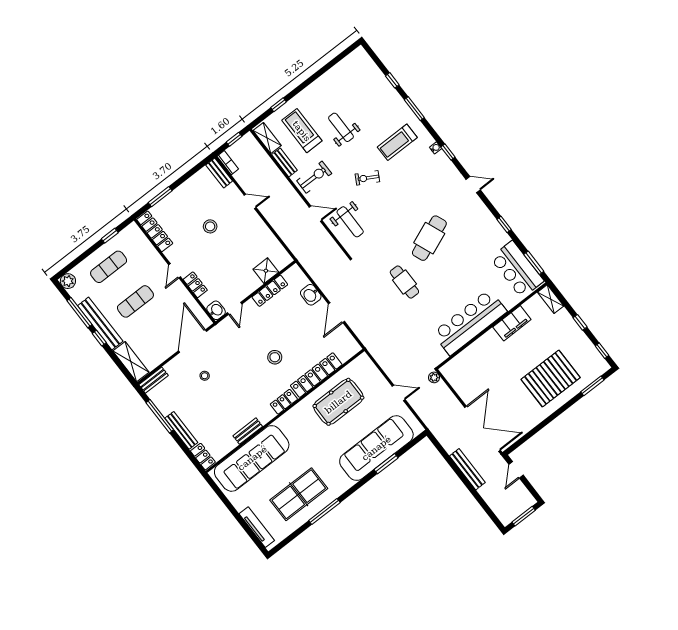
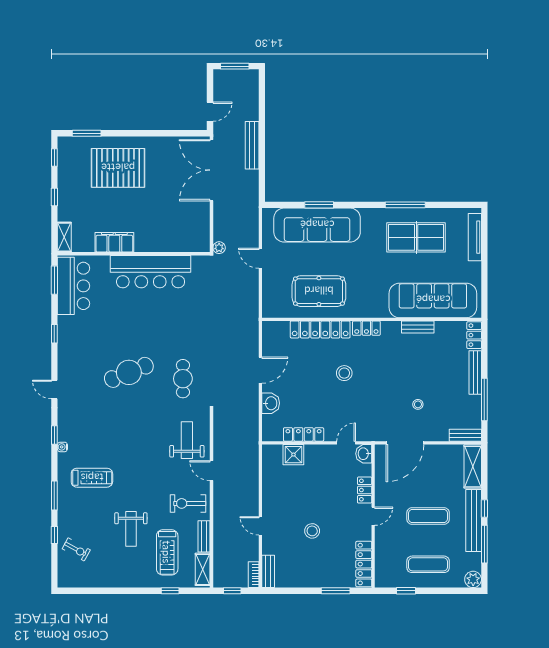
exercise bike: (367, 178) -> (76, 549), moved
cafe table: (404, 282) -> (183, 379), moved

